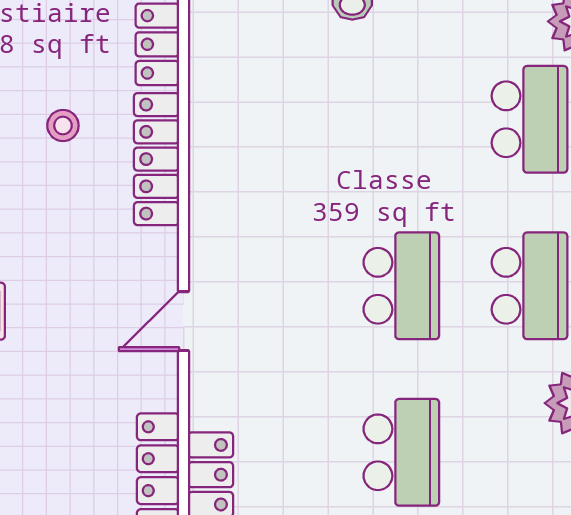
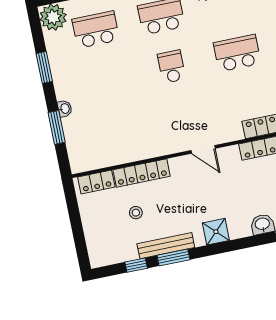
school desk: (401, 286) -> (172, 67), width x0.54

